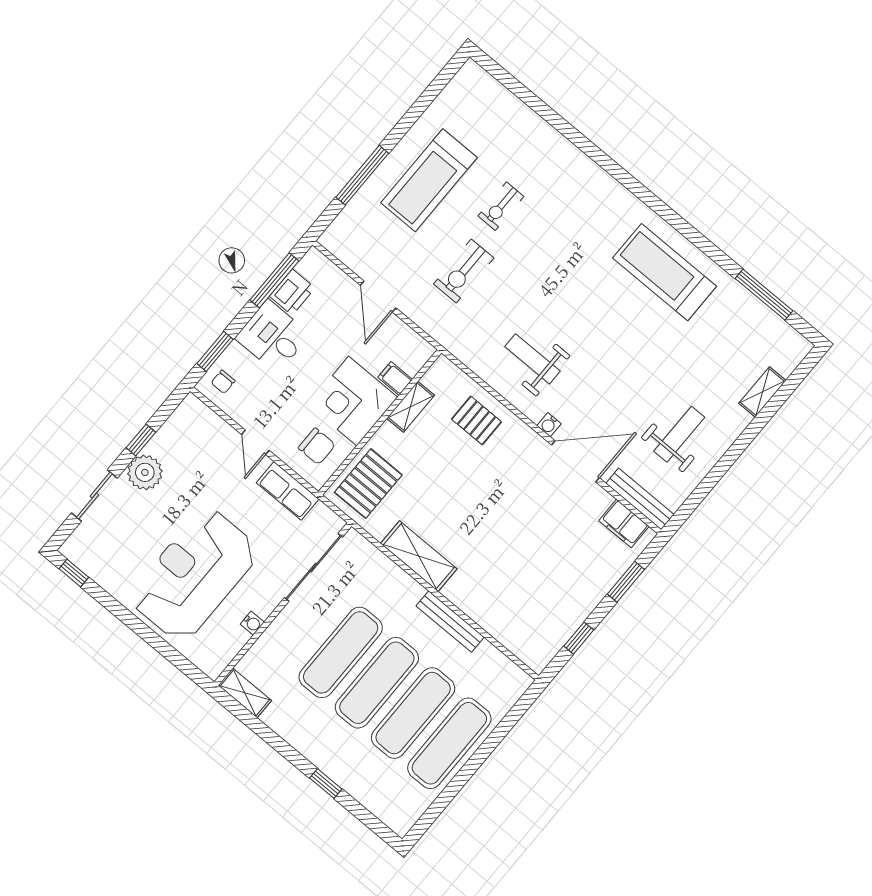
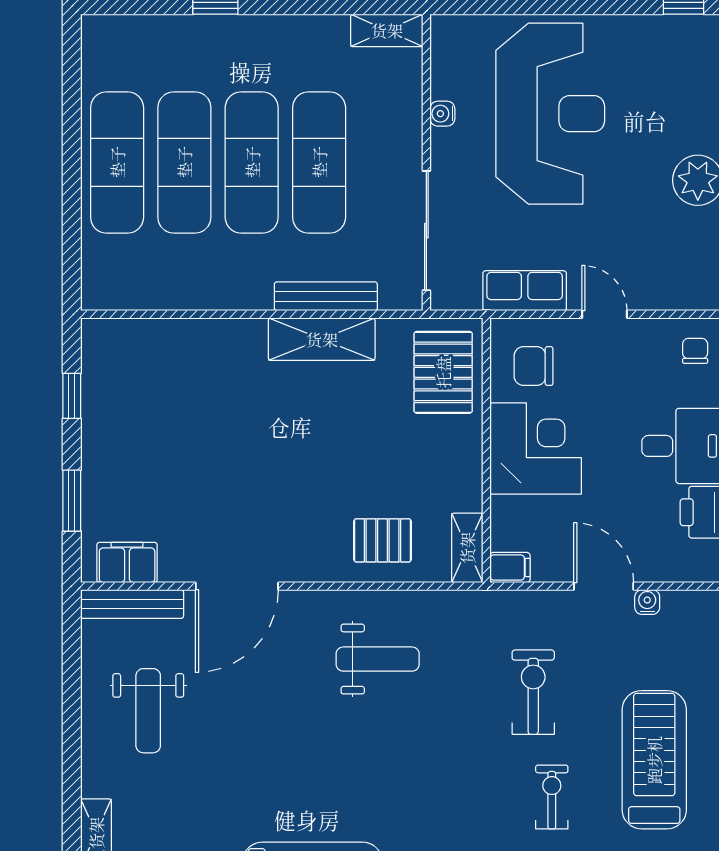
filing cabinet: (395, 378) -> (510, 567), moved
shelving: (411, 407) -> (467, 548), moved
water cooler: (549, 425) -> (647, 602), moved
bench: (450, 622) -> (326, 296), moved

